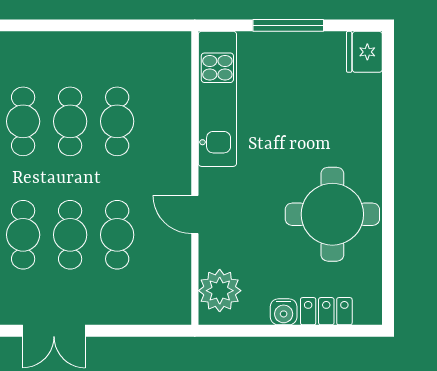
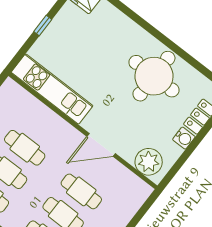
window: (288, 25) -> (43, 25), width x0.46
door: (195, 215) -> (101, 145), width x1.38

